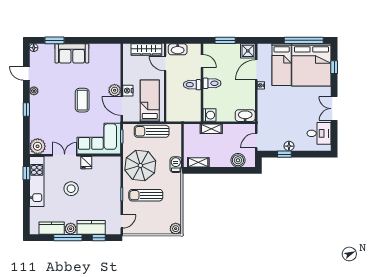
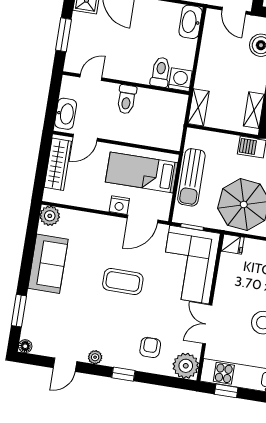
sofa: (72, 53) -> (48, 264), moved
toilet: (212, 83) -> (161, 72), moved
plant: (115, 90) -> (50, 216), moved
armchair: (45, 123) -> (150, 347), added
shelving: (211, 129) -> (198, 107), moved
fridge: (86, 163) -> (233, 244), moved

